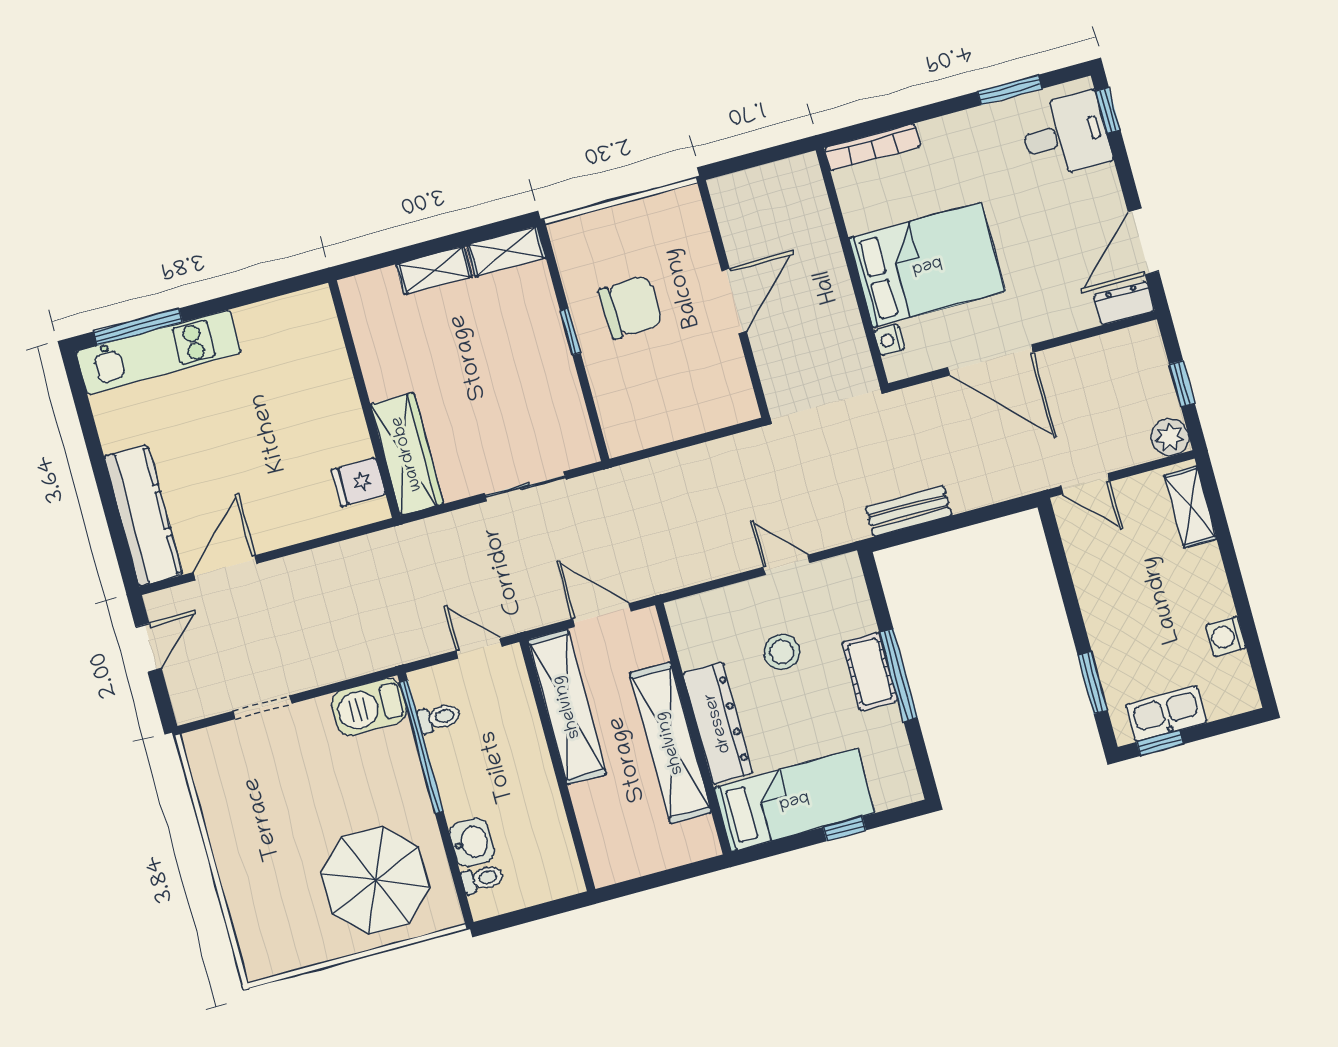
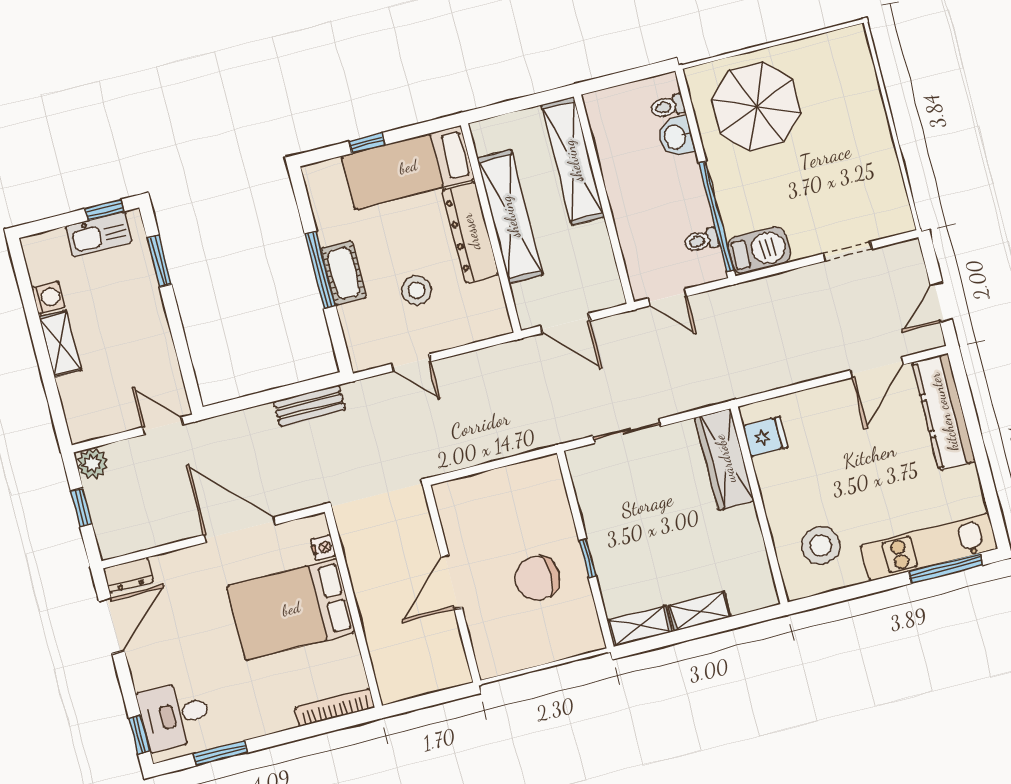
stool: (289, 352) -> (821, 546), added
shelving: (1190, 507) -> (60, 344), moved
shelving: (567, 707) -> (573, 161), moved

